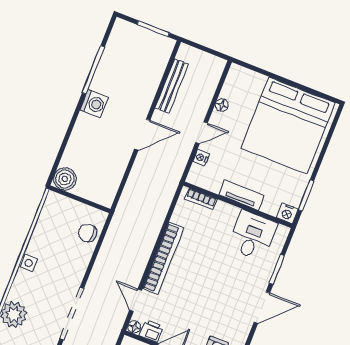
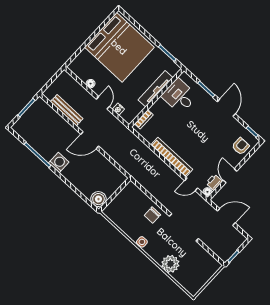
door: (142, 135) -> (90, 140), swing flipped
tv unit: (242, 195) -> (155, 89), width x1.41
nightstand: (287, 213) -> (174, 69), removed
chair: (88, 233) -> (152, 215), moved

